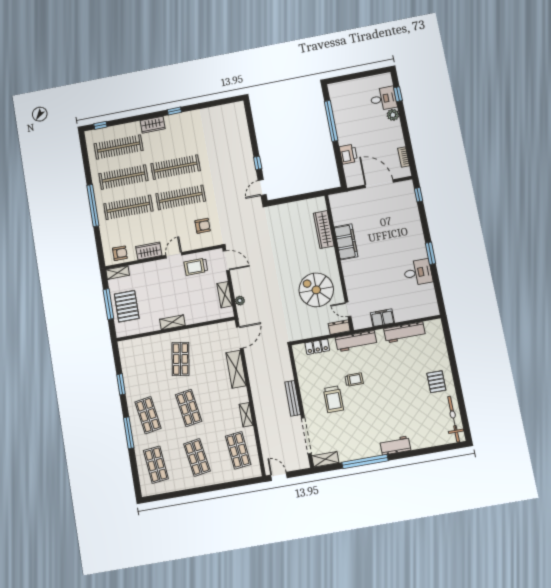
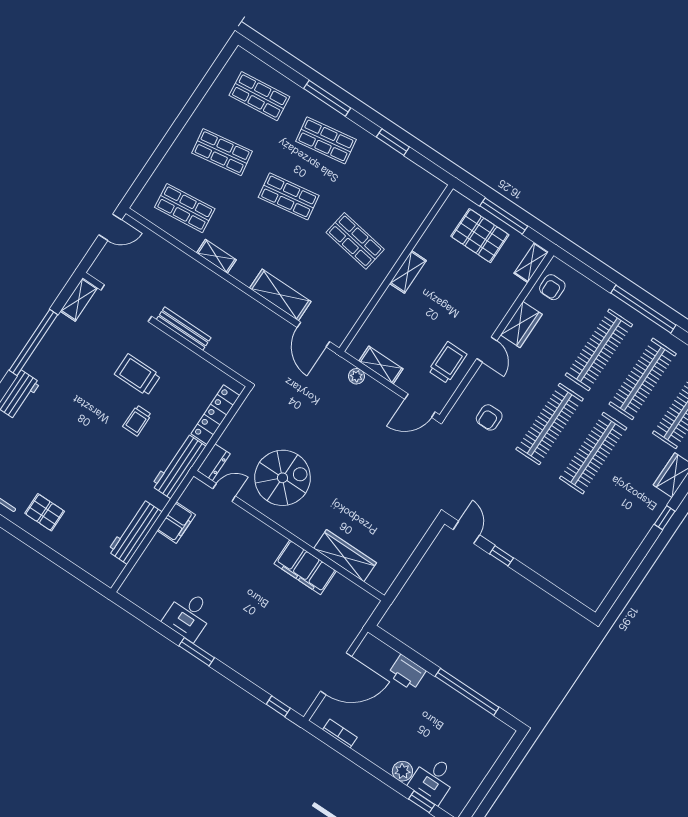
locker: (317, 347) -> (215, 415), width x1.53

